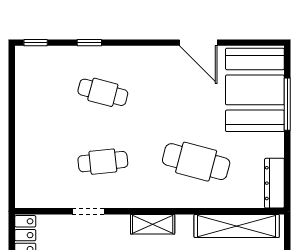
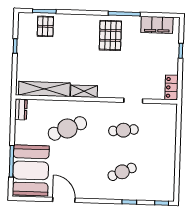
cafe table: (103, 92) -> (122, 172), turned -39
cafe table: (196, 162) -> (67, 128), turned -39
dresser: (274, 183) -> (21, 109), width x0.70
shelving: (153, 224) -> (84, 91), moved

